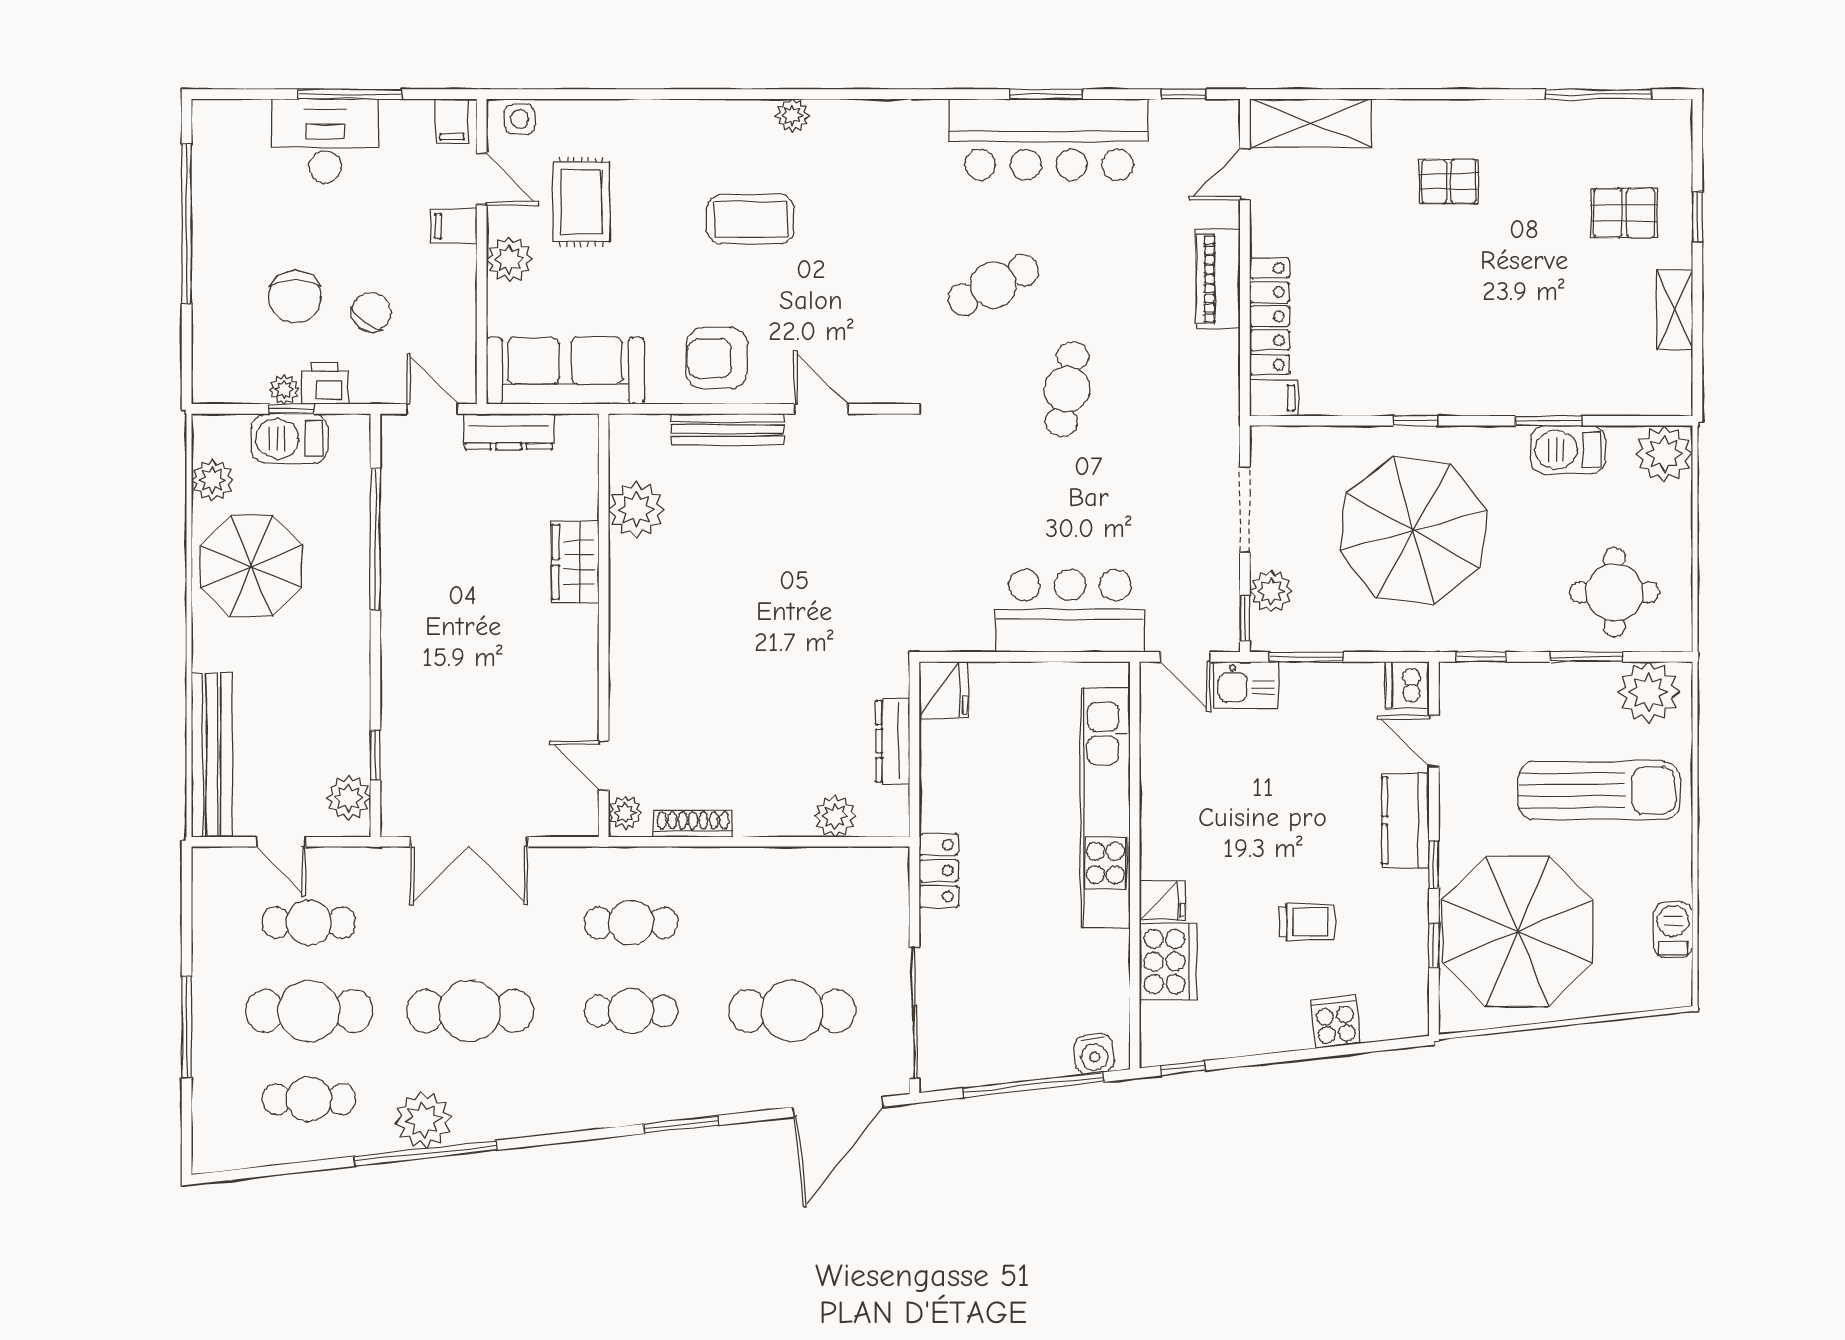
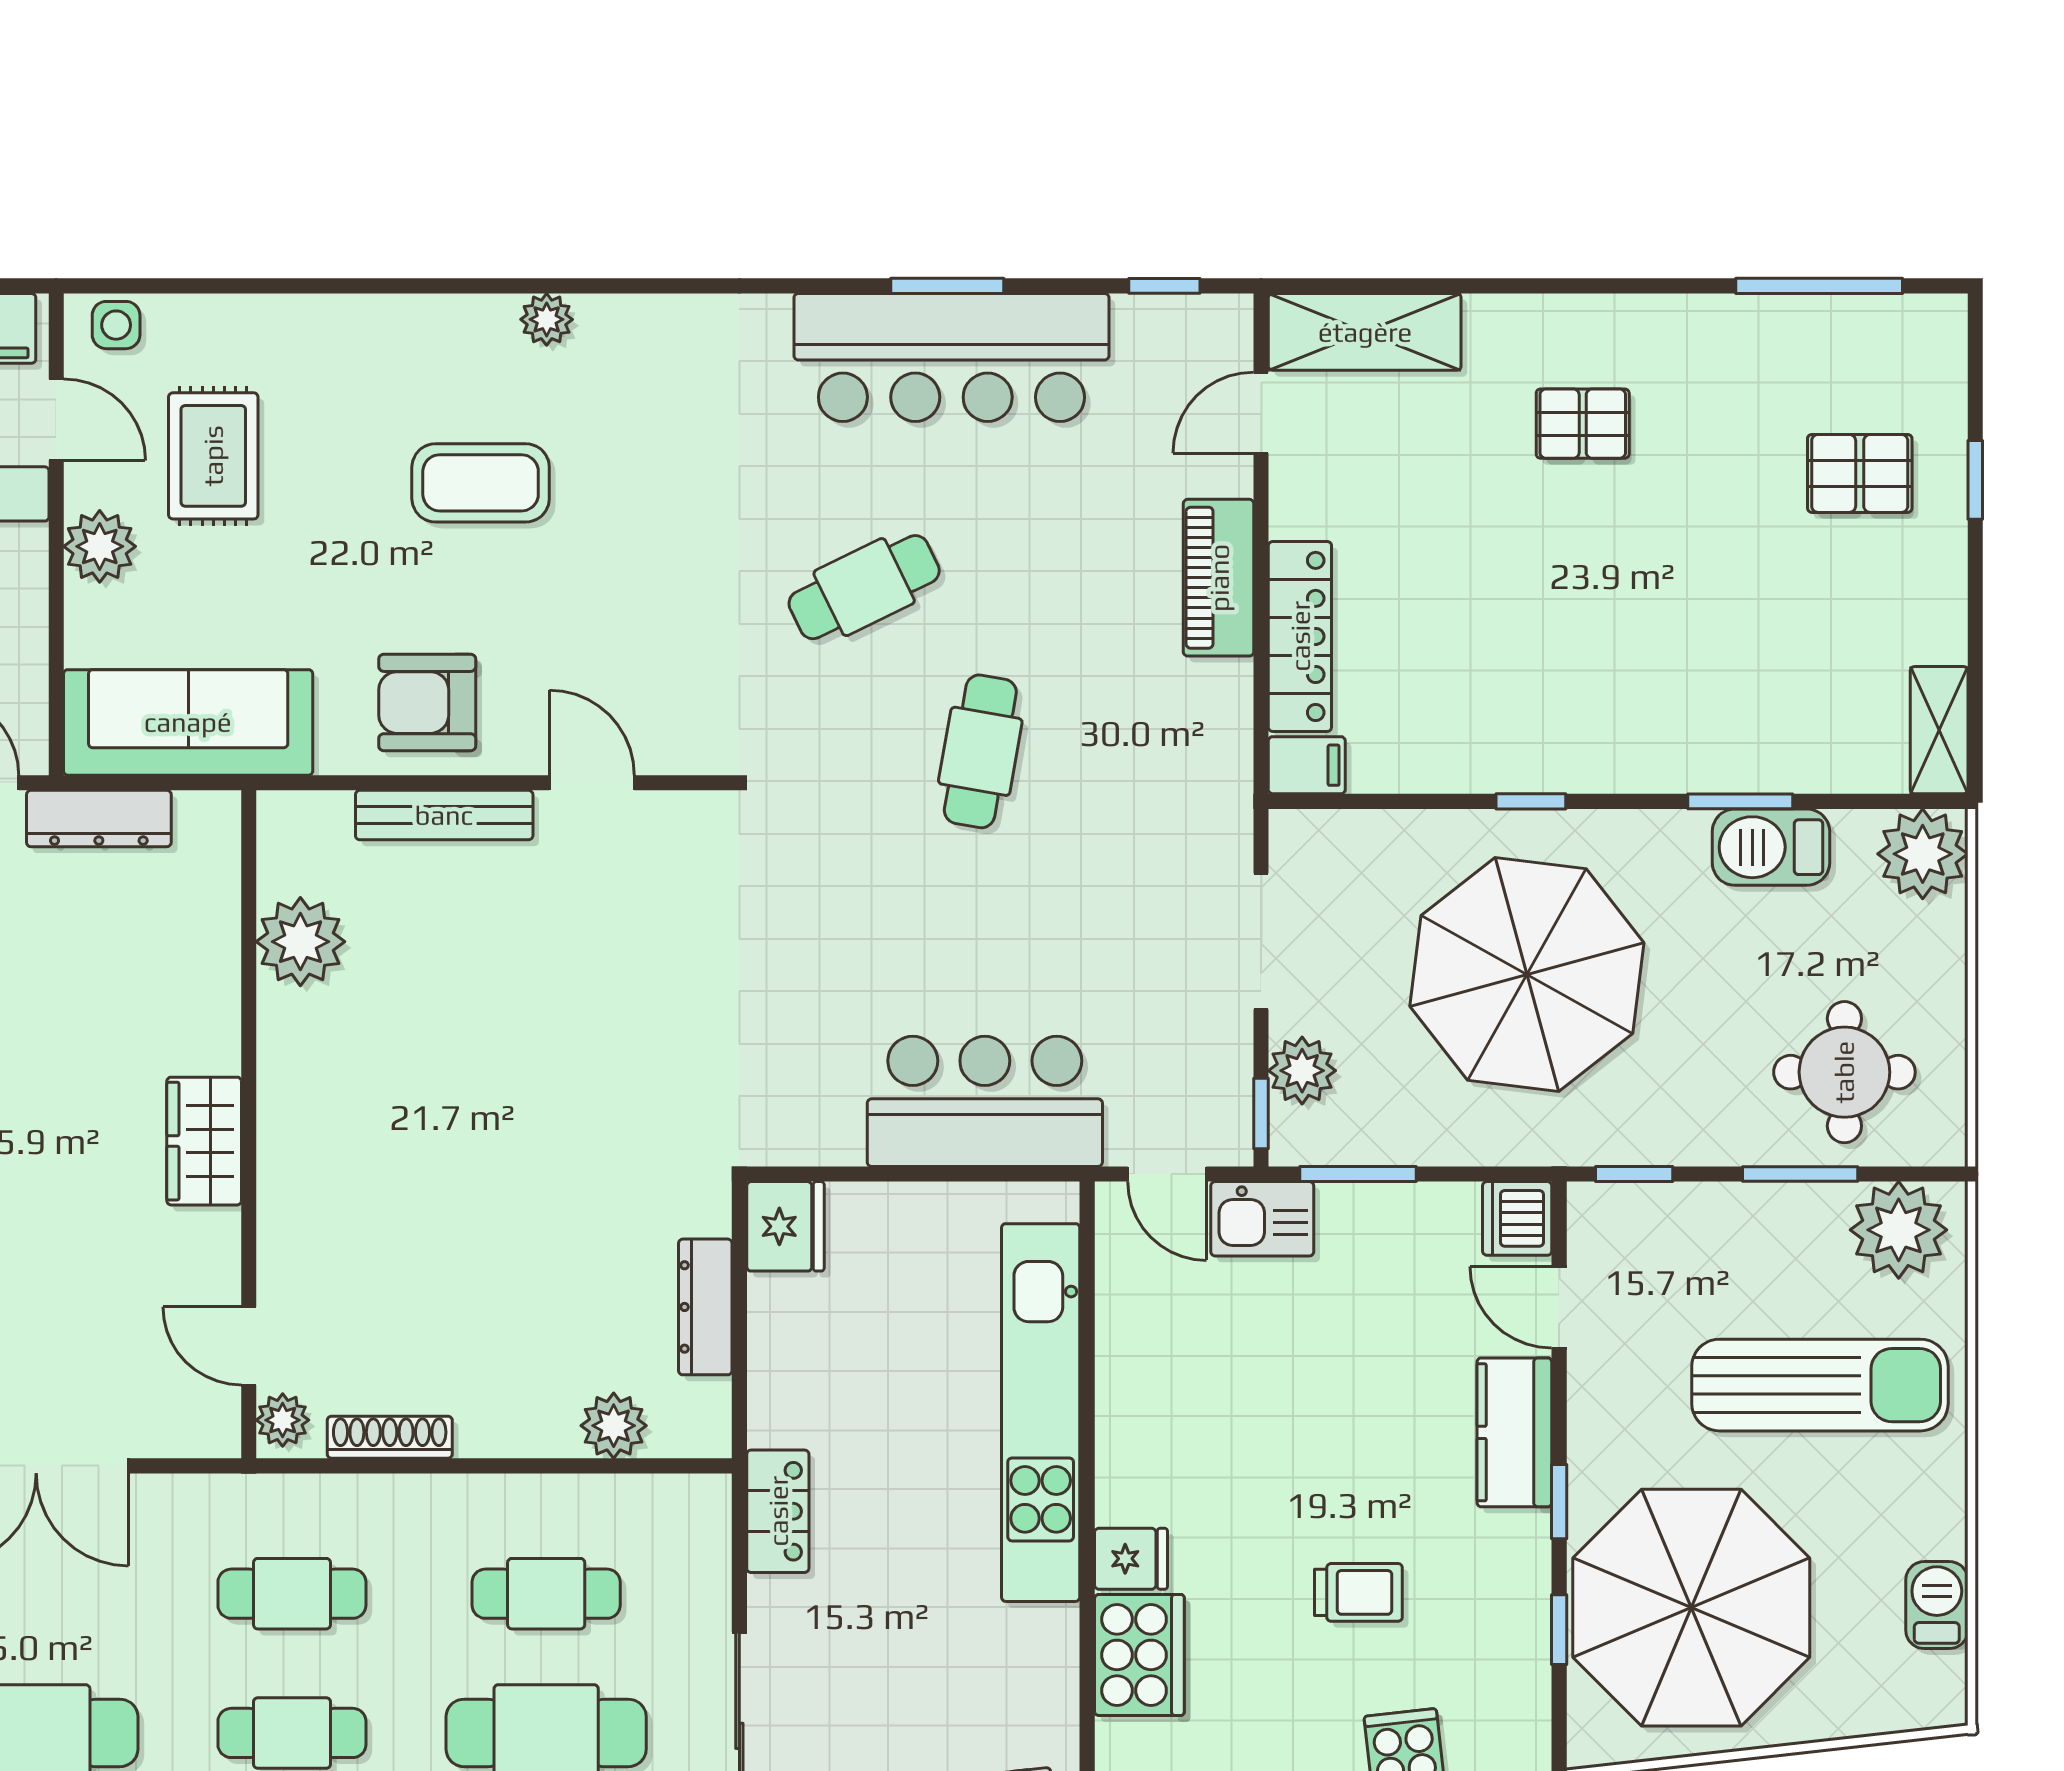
shelving: (1674, 310) -> (1939, 730), moved
wardrobe: (575, 562) -> (204, 1141), moved
cafe table: (792, 923) -> (546, 1594), added

